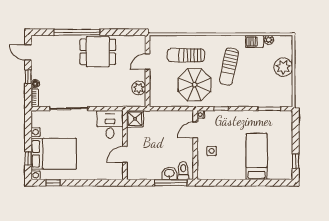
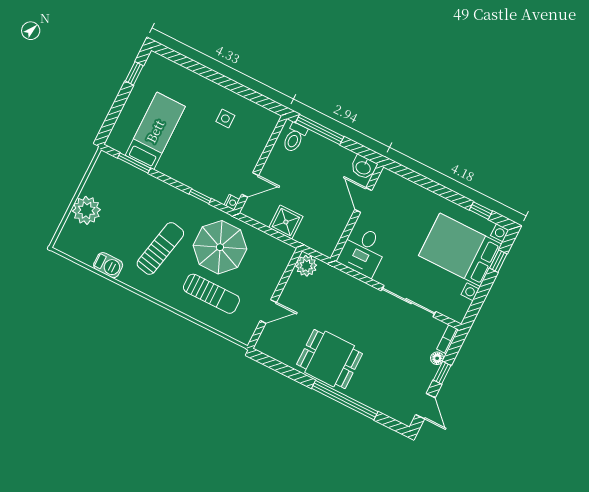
plant: (269, 40) -> (87, 258), removed
plant: (139, 88) -> (306, 266), moved
shower: (135, 119) -> (286, 222), moved
side table: (212, 151) -> (225, 119), moved
door: (125, 154) -> (363, 200), swing flipped
bed: (257, 157) -> (155, 131), moved, turned 180
washbasin: (169, 173) -> (363, 167), moved

